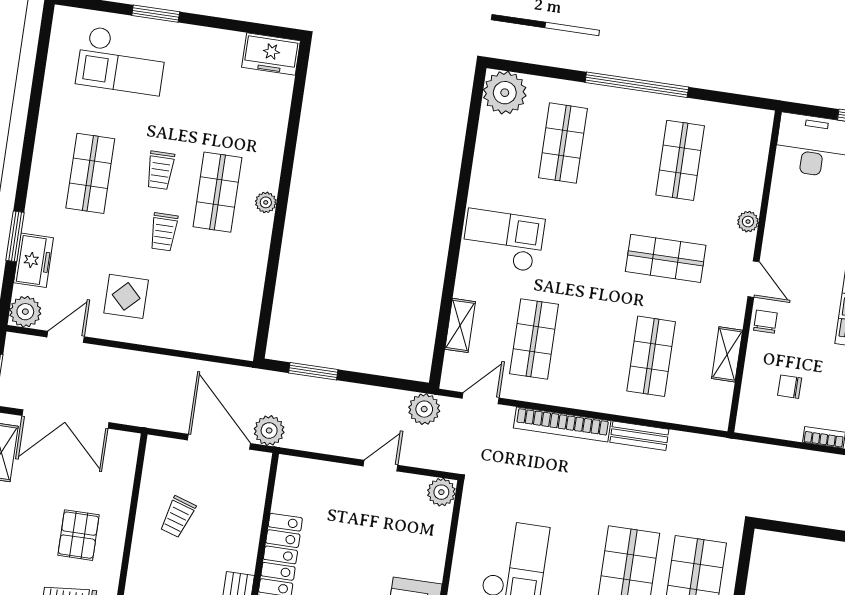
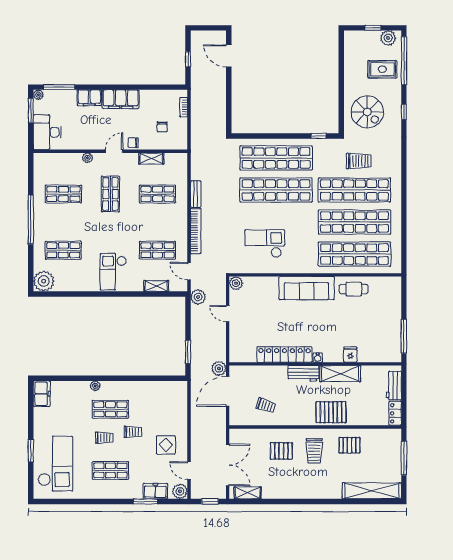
checkout: (122, 61) -> (55, 464), width x1.36, depth x1.21
plant: (266, 202) -> (95, 386), moved

